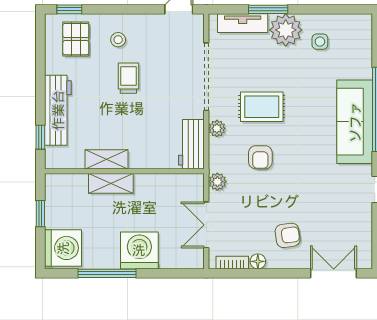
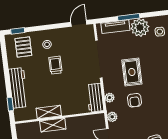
rug: (262, 107) -> (132, 72), turned 90
plant: (217, 128) -> (110, 98), moved

